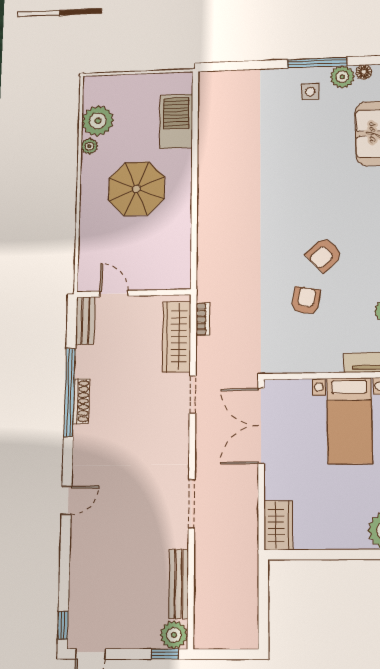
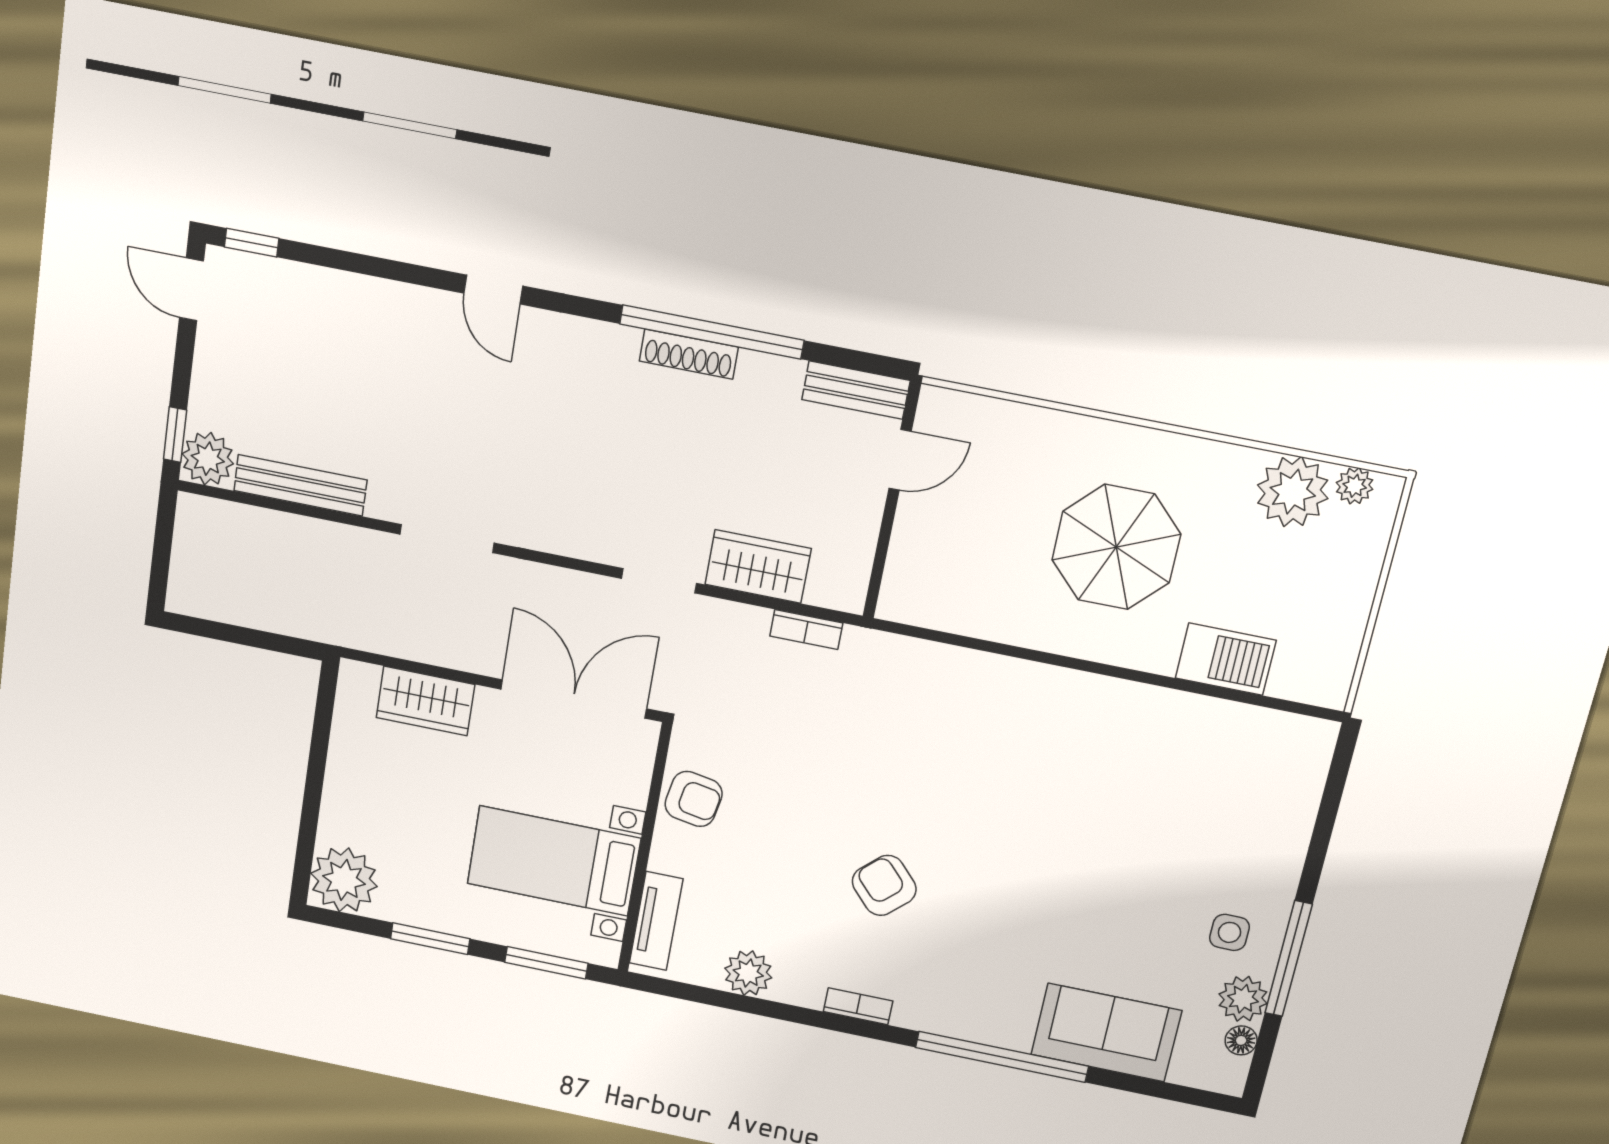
barbecue: (176, 121) -> (1226, 659), width x0.73, depth x0.83
plant: (89, 146) -> (1355, 486), moved
armchair: (306, 301) -> (694, 799), moved
wardrobe: (177, 337) -> (758, 566), width x0.67
wardrobe: (278, 525) -> (425, 701), moved

